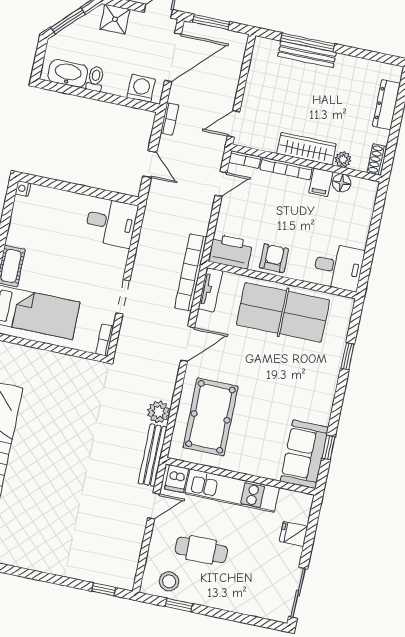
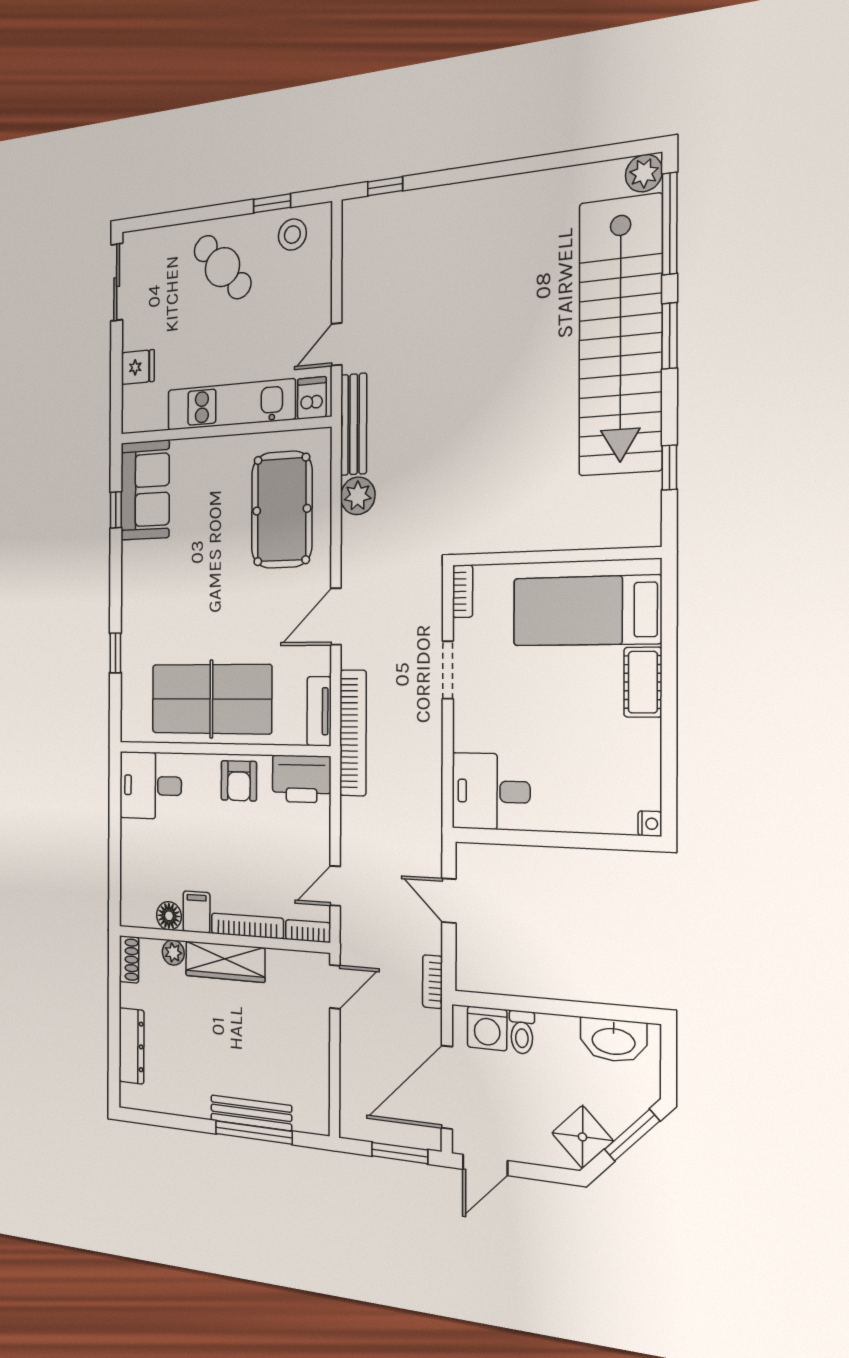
shower: (115, 19) -> (582, 1137), moved, turned 45
toilet: (95, 79) -> (522, 1032), moved
cafe table: (201, 550) -> (222, 267), moved, turned 47

